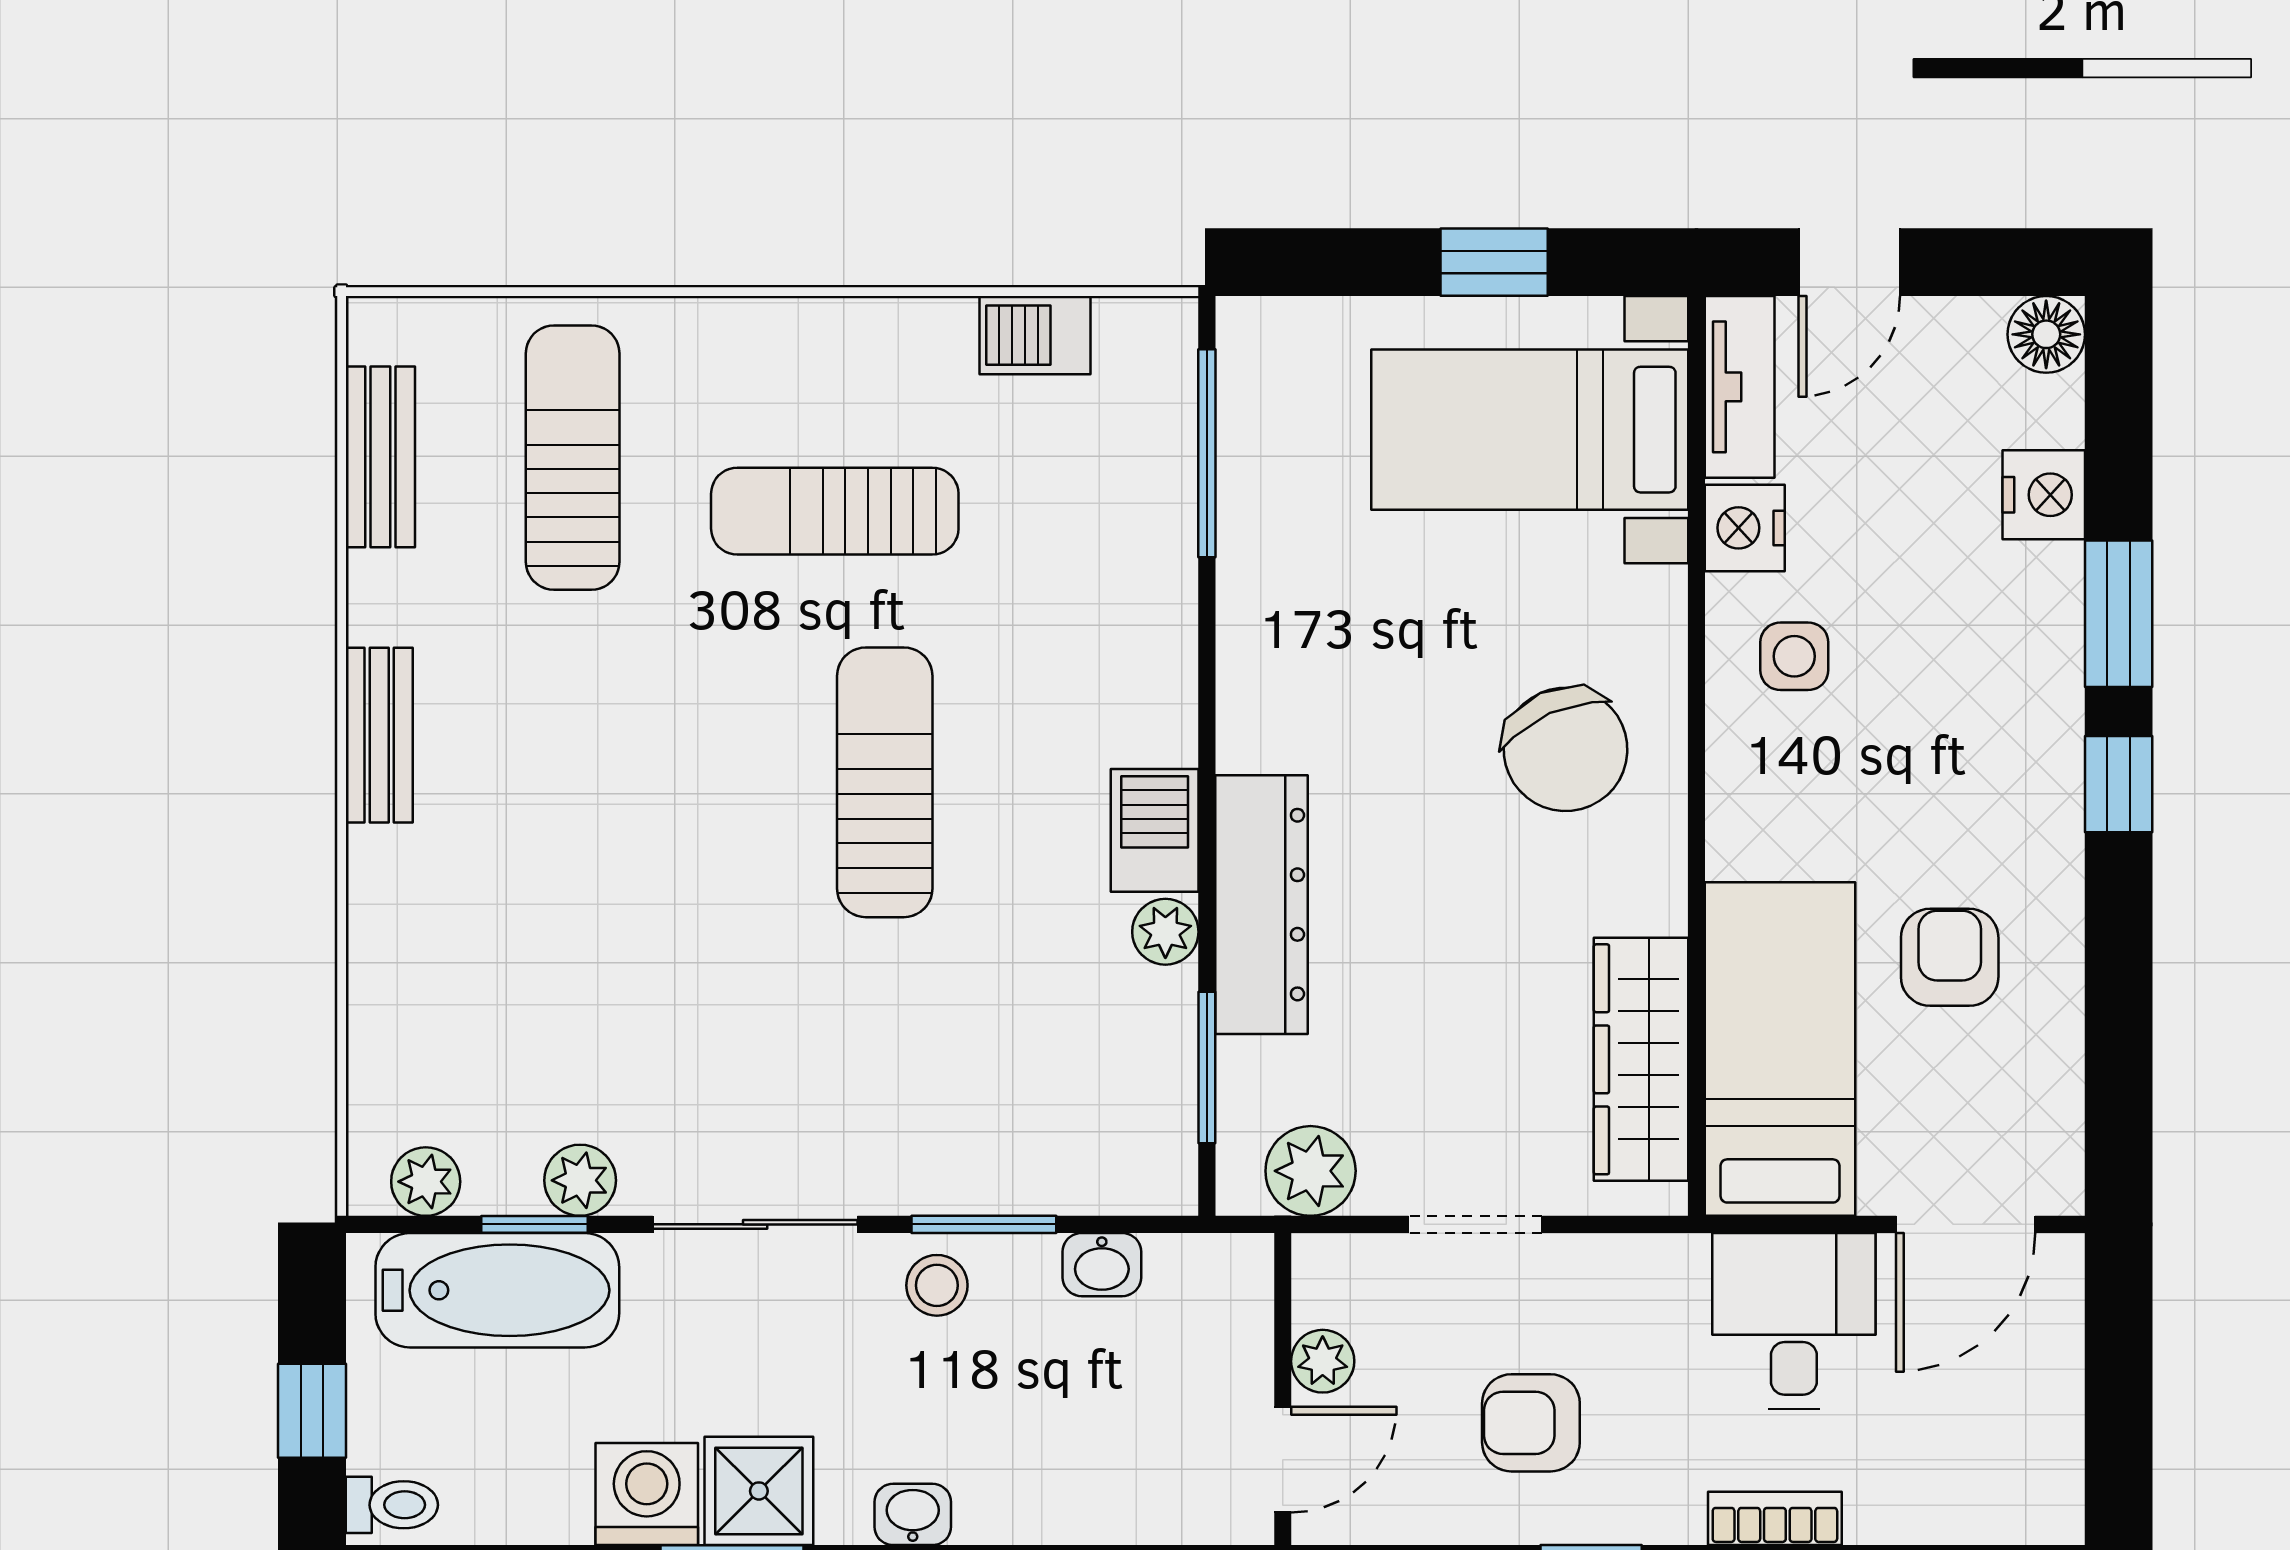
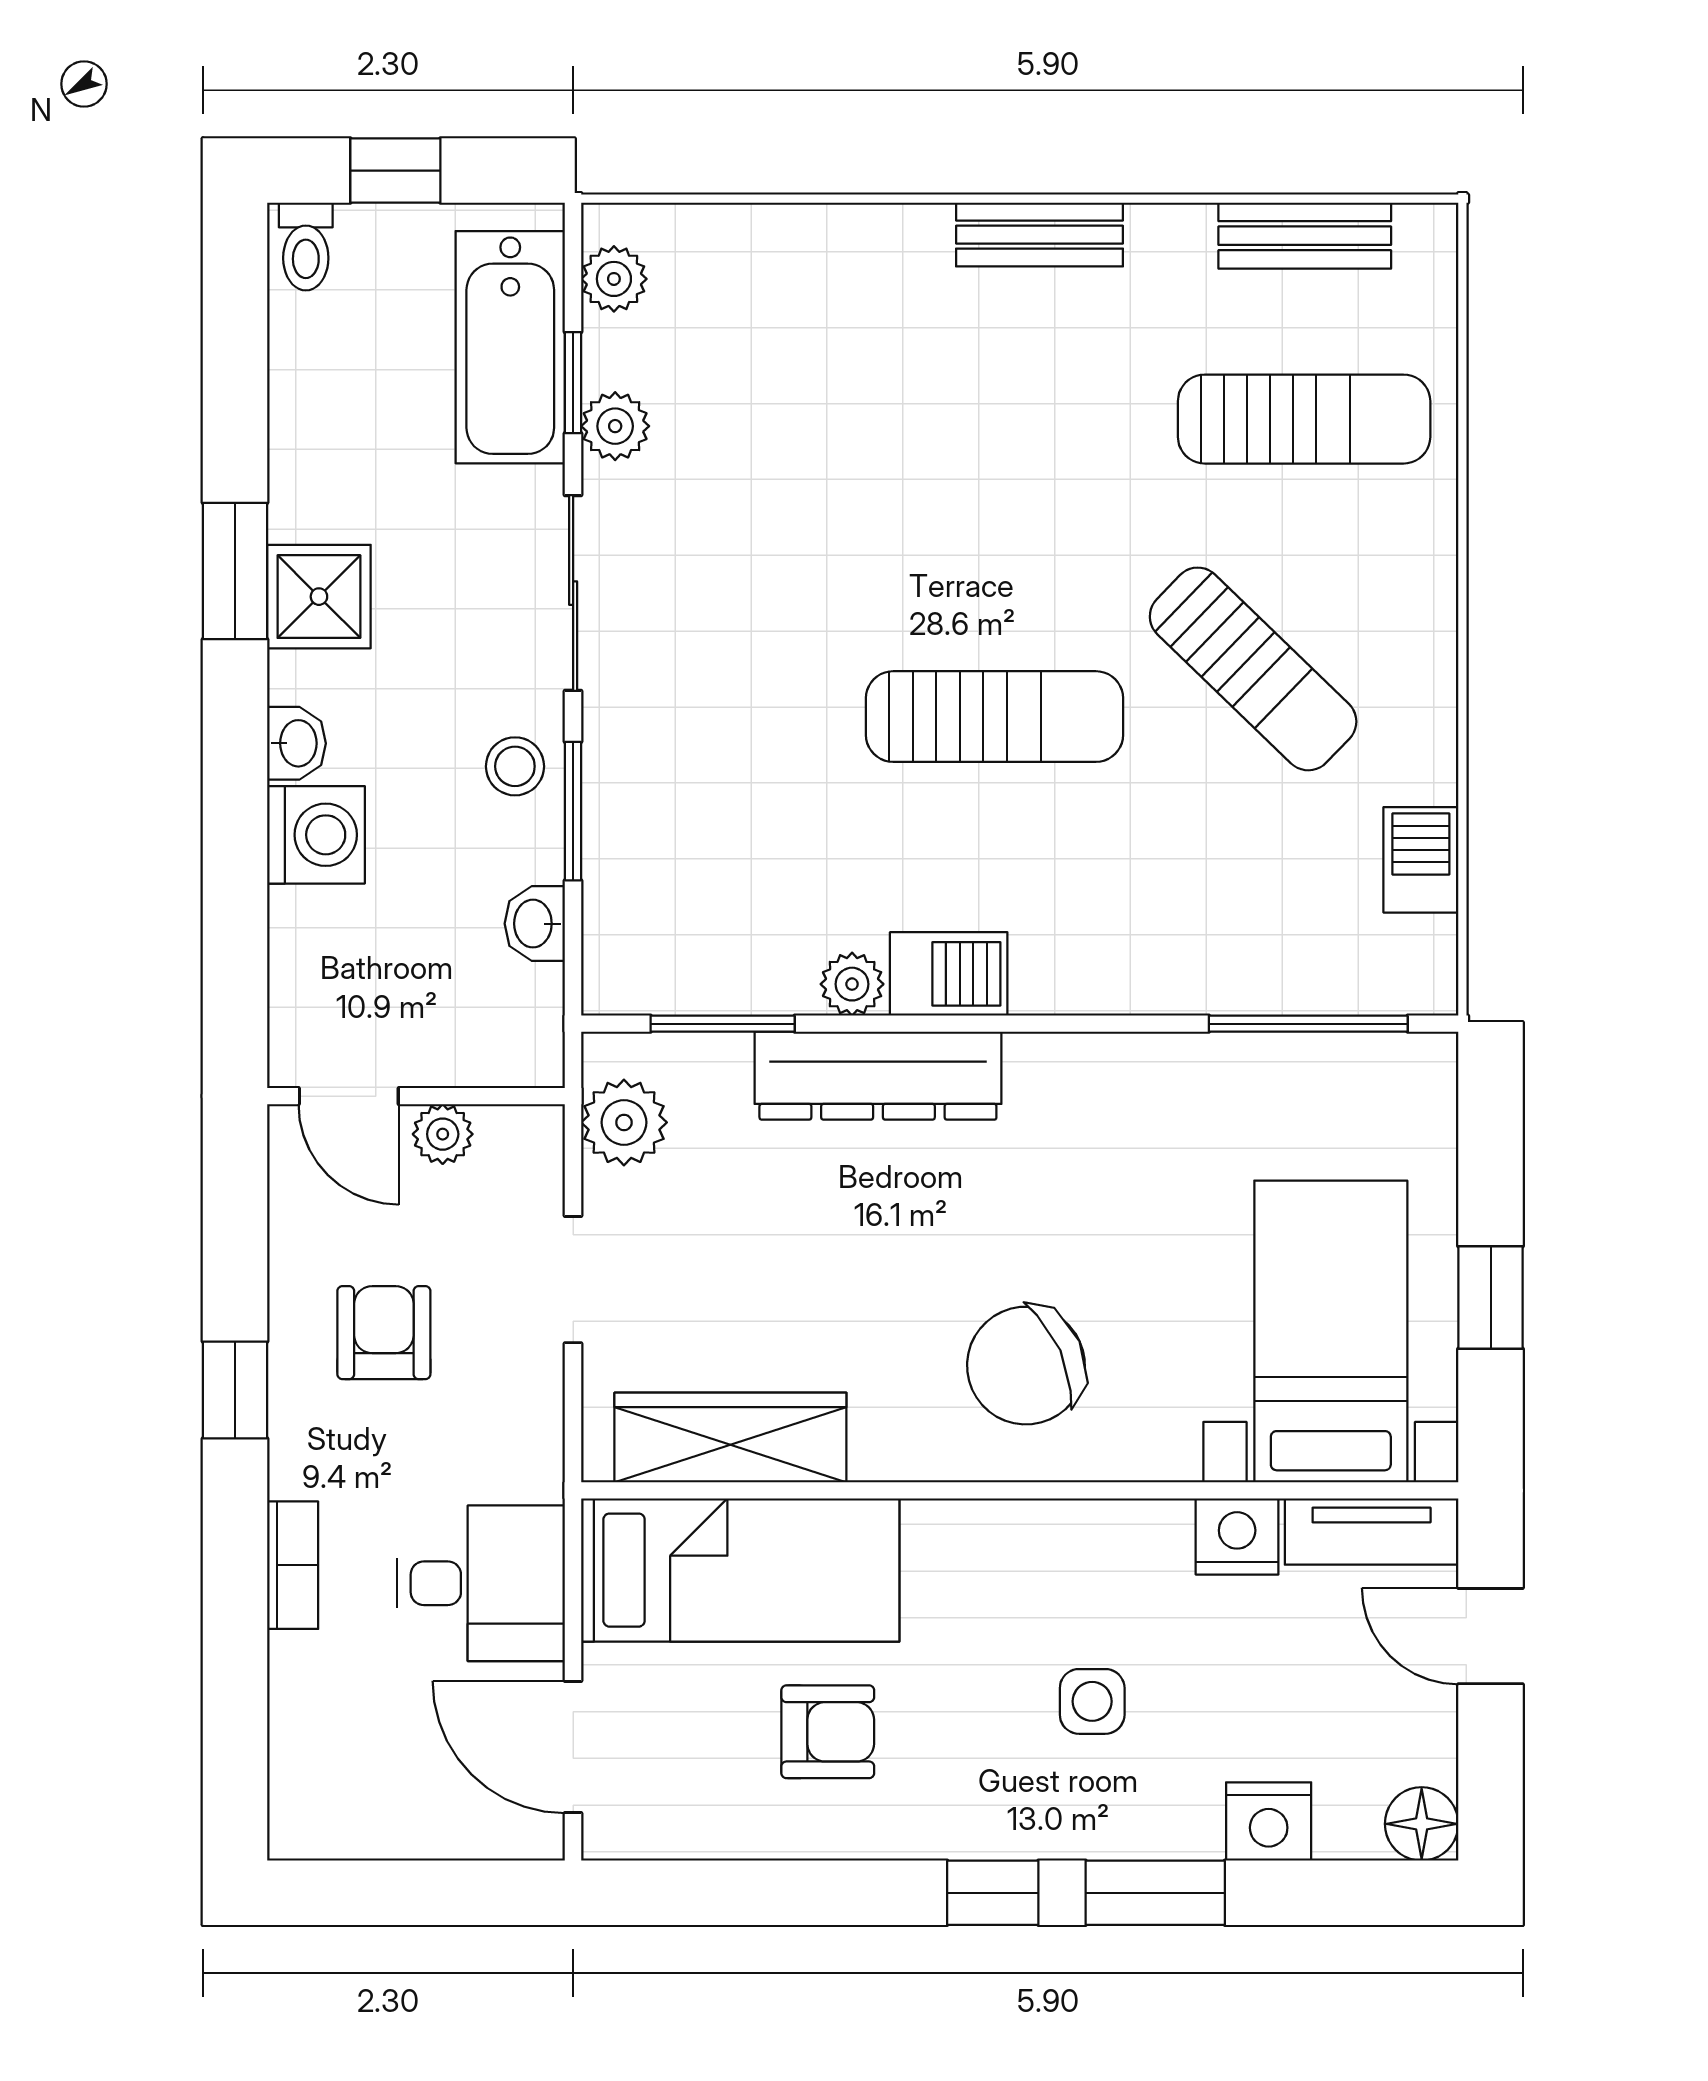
sun lounger: (835, 511) -> (1253, 669), turned 134
side table: (1794, 656) -> (1092, 1701), moved
washing machine: (647, 1494) -> (316, 835), moved

